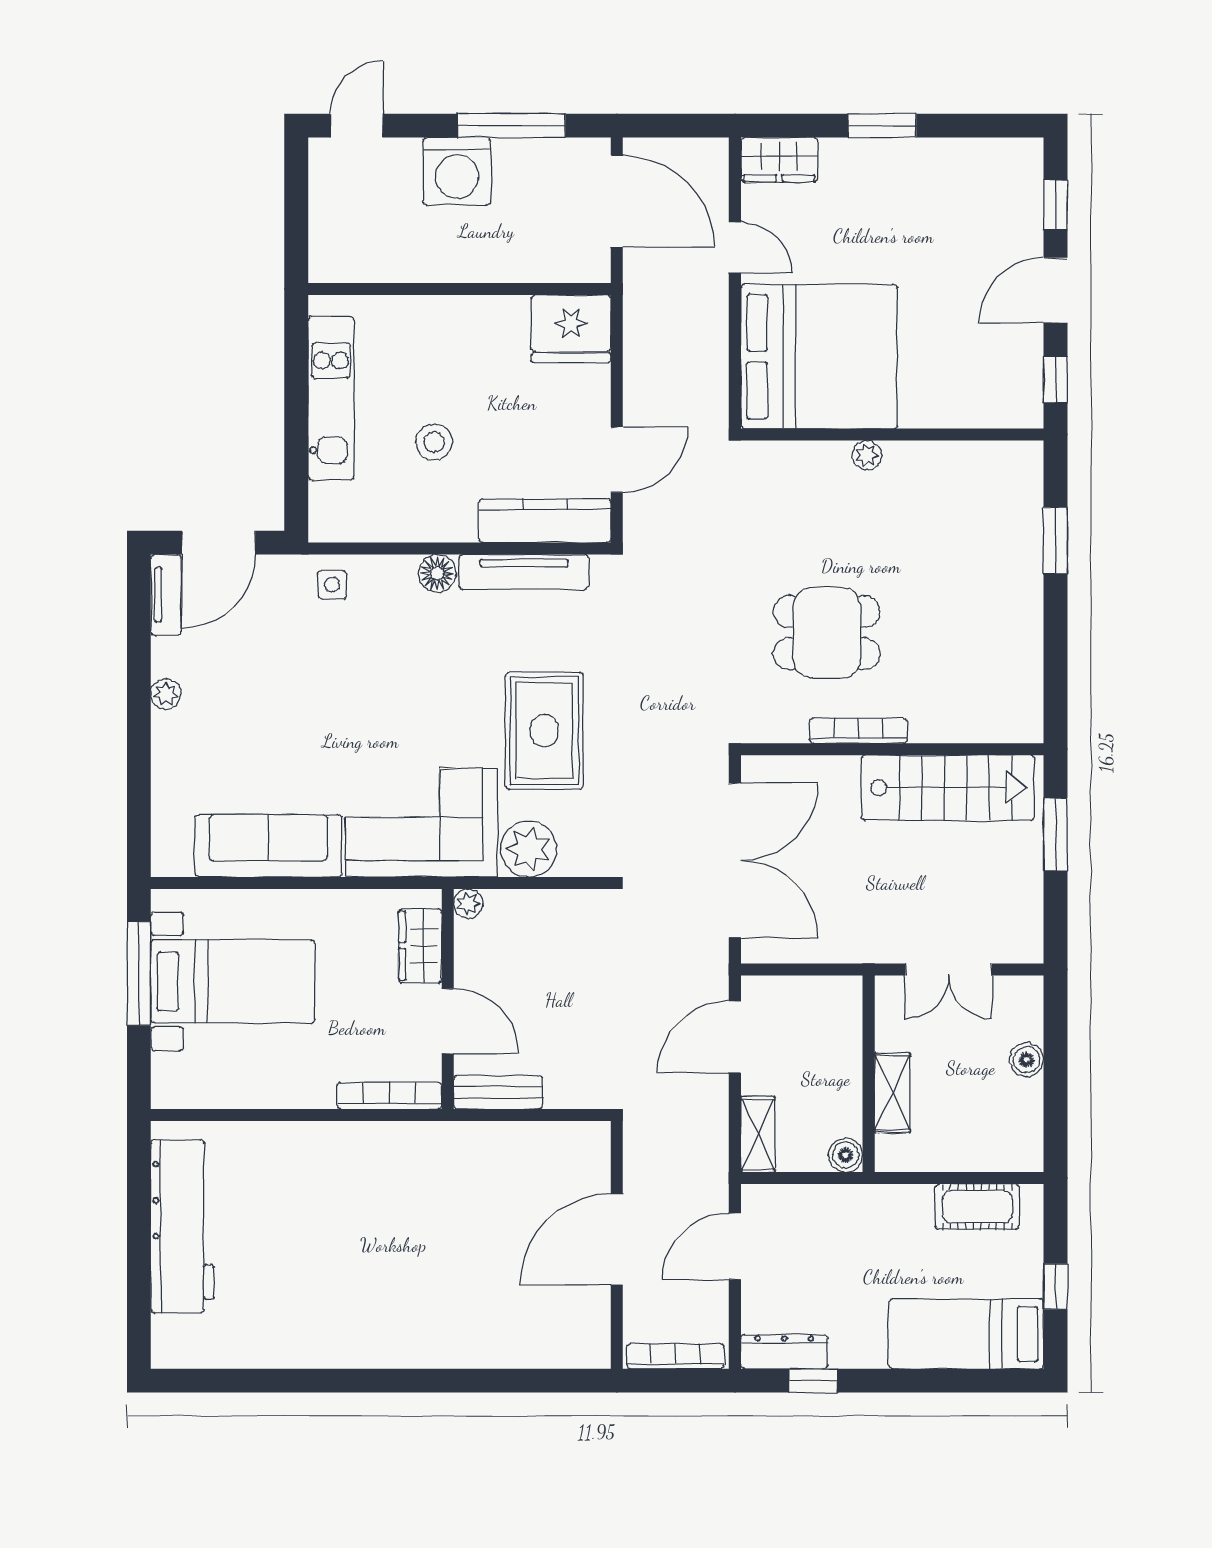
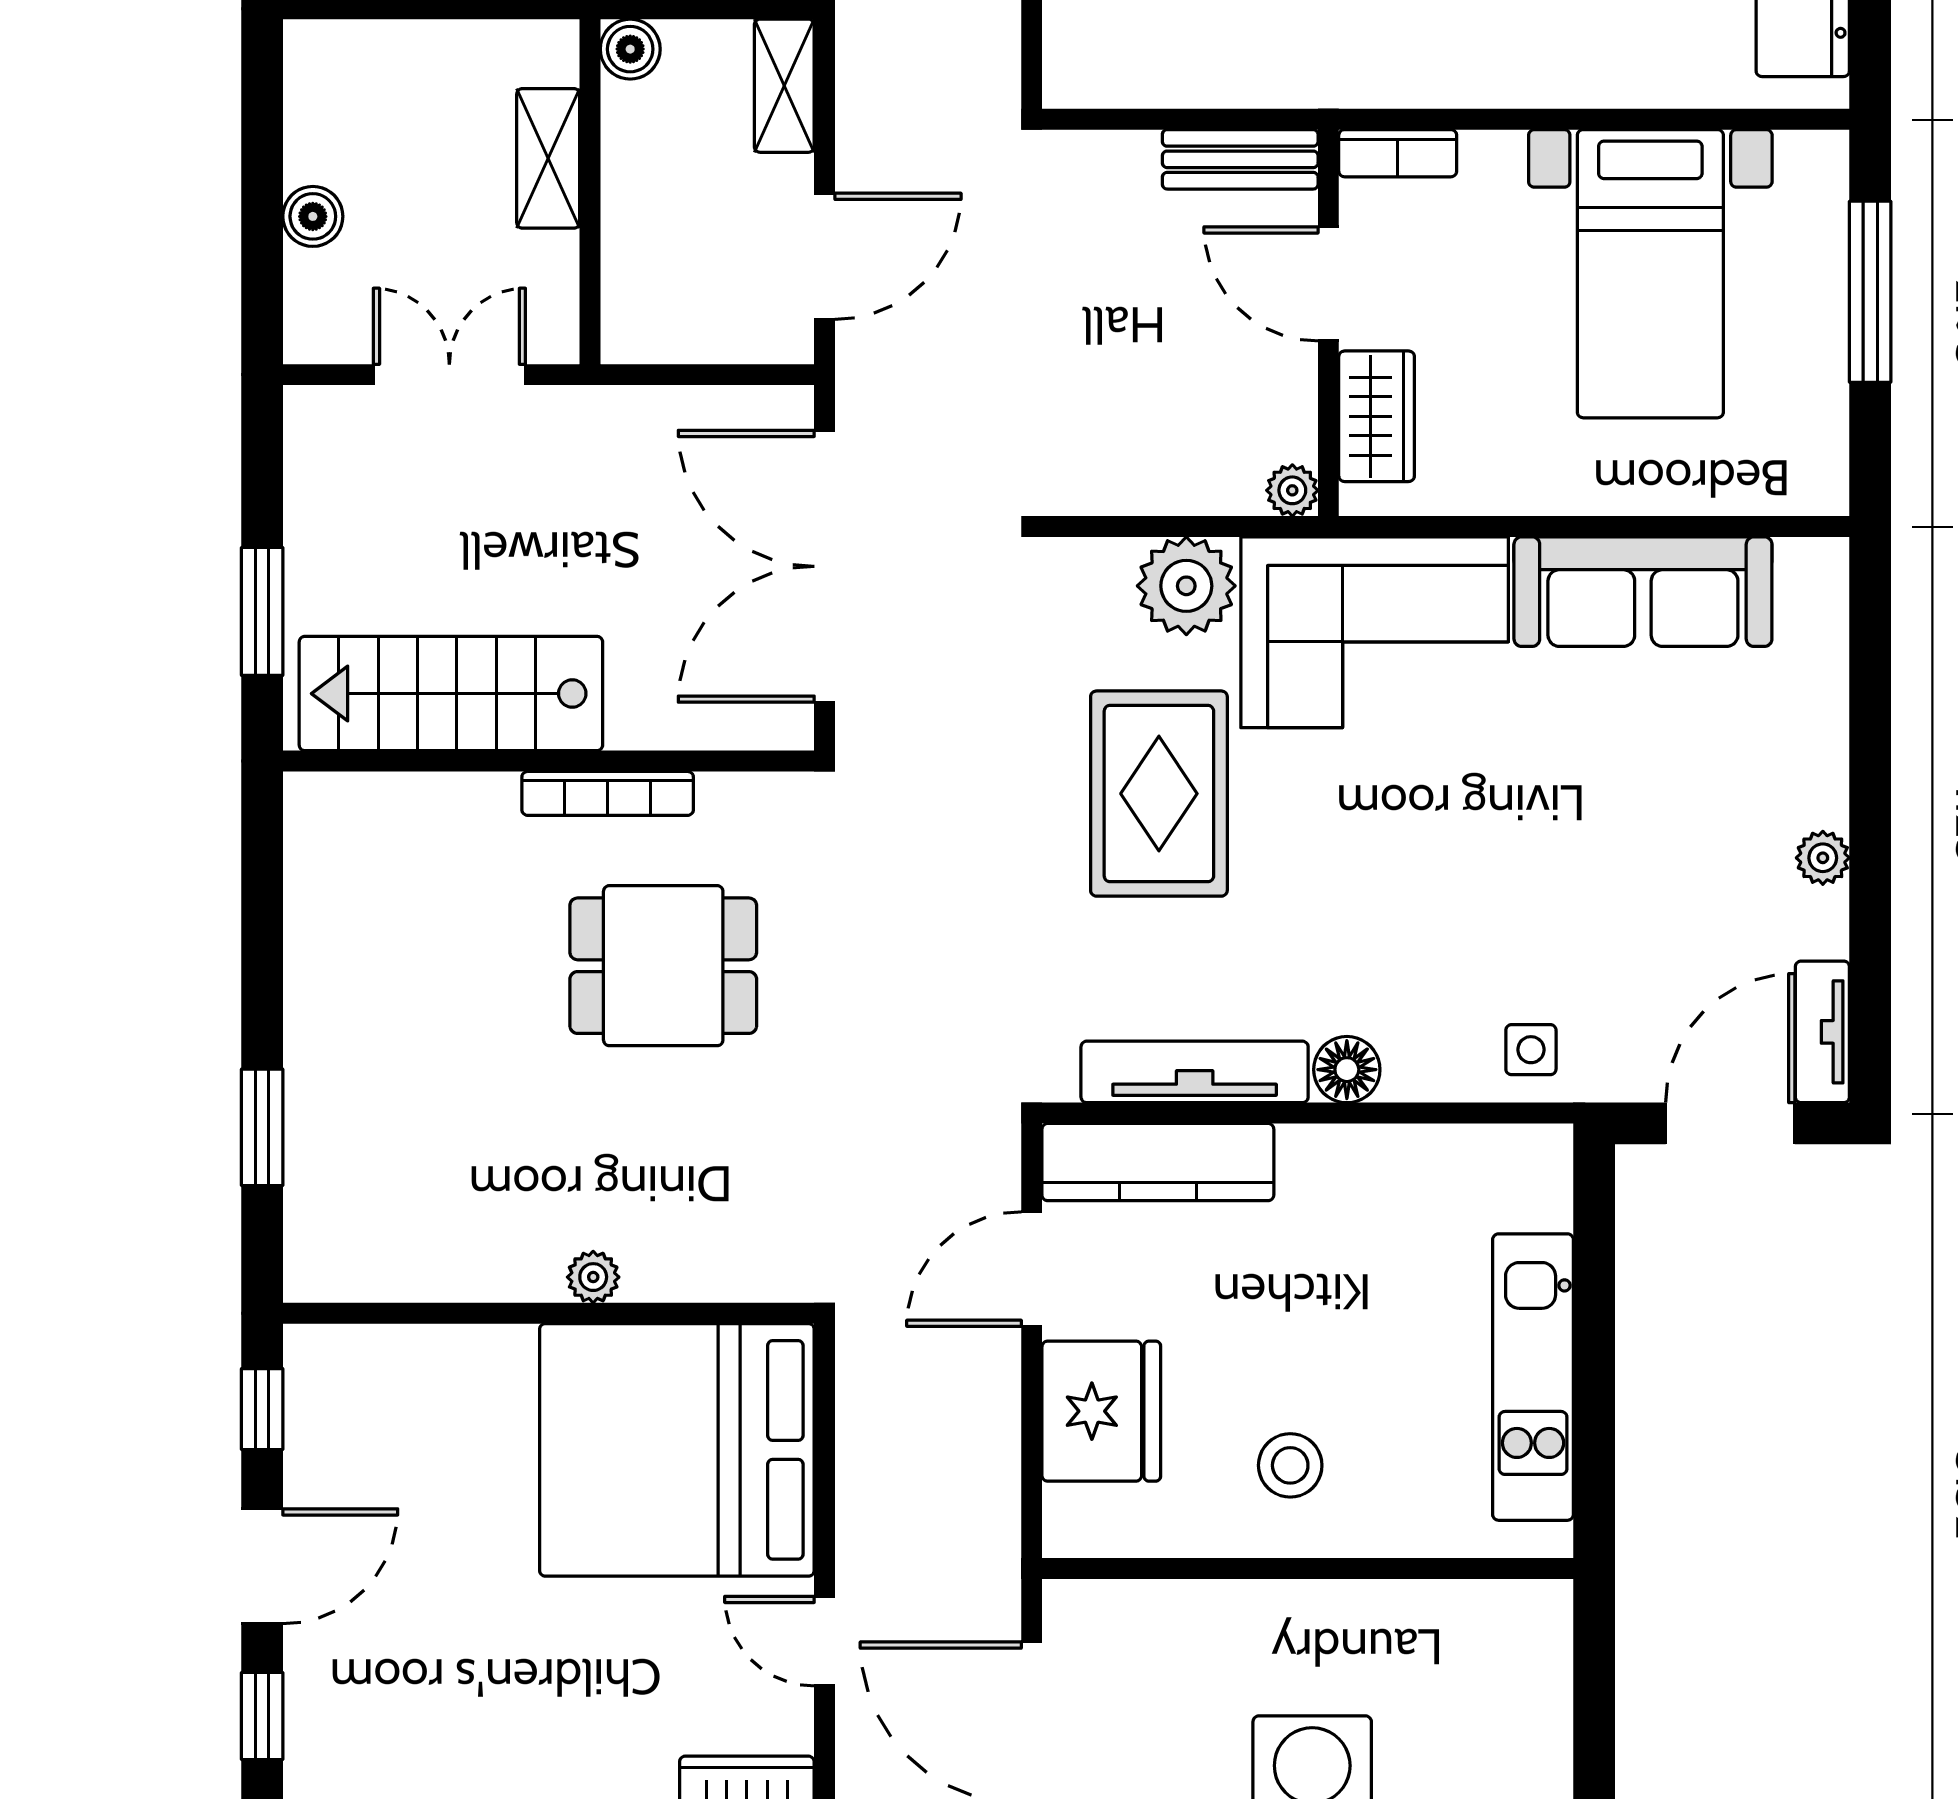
fridge: (571, 329) -> (1101, 1411), moved, turned 90
stool: (434, 442) -> (1290, 1465), moved
window: (139, 973) -> (1870, 292), moved
bed with nightstands: (233, 981) -> (1650, 274), moved, turned -90
bookcase: (389, 1096) -> (1398, 153), width x0.64

